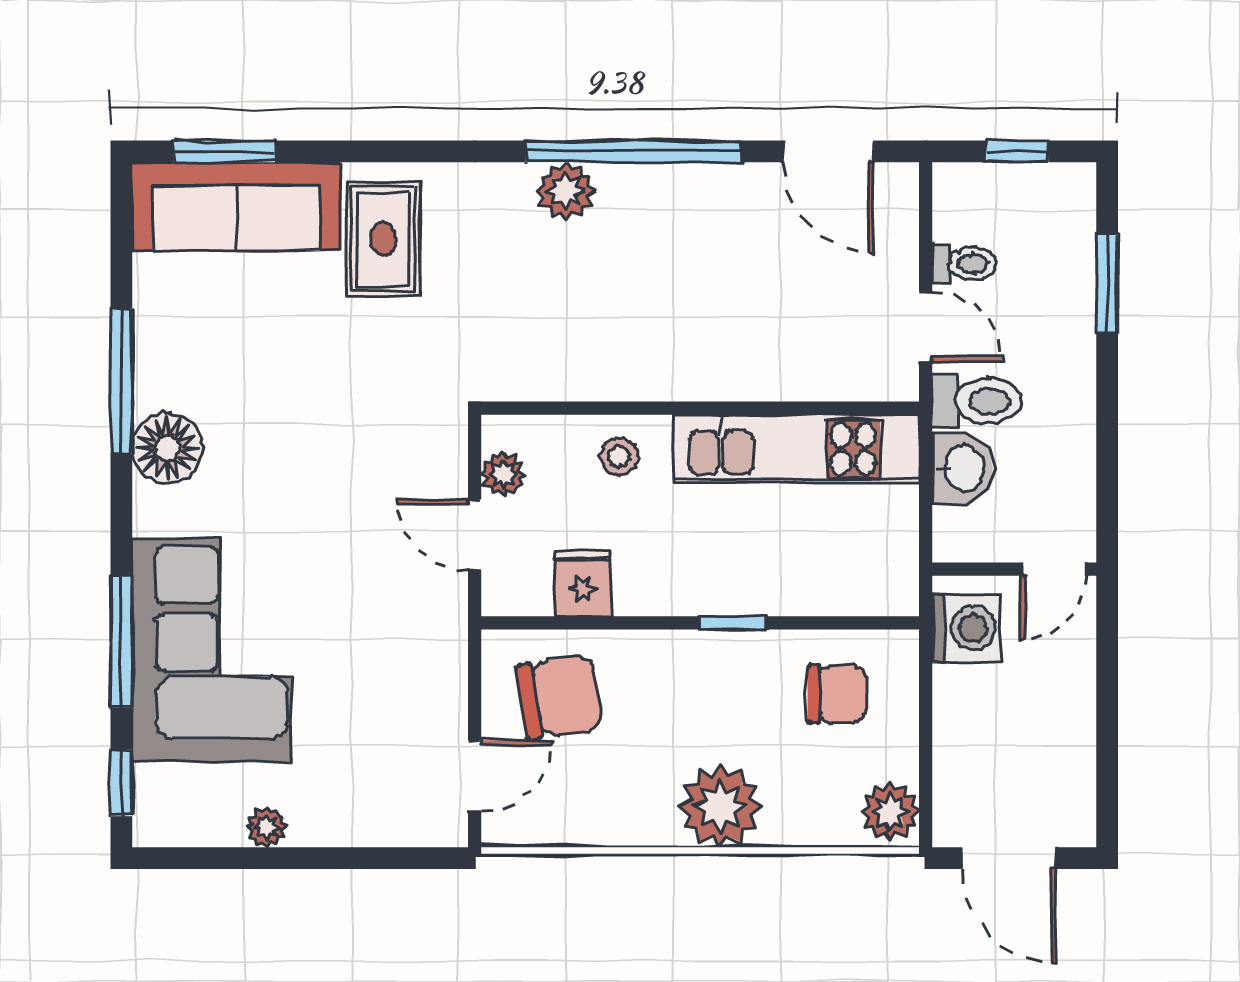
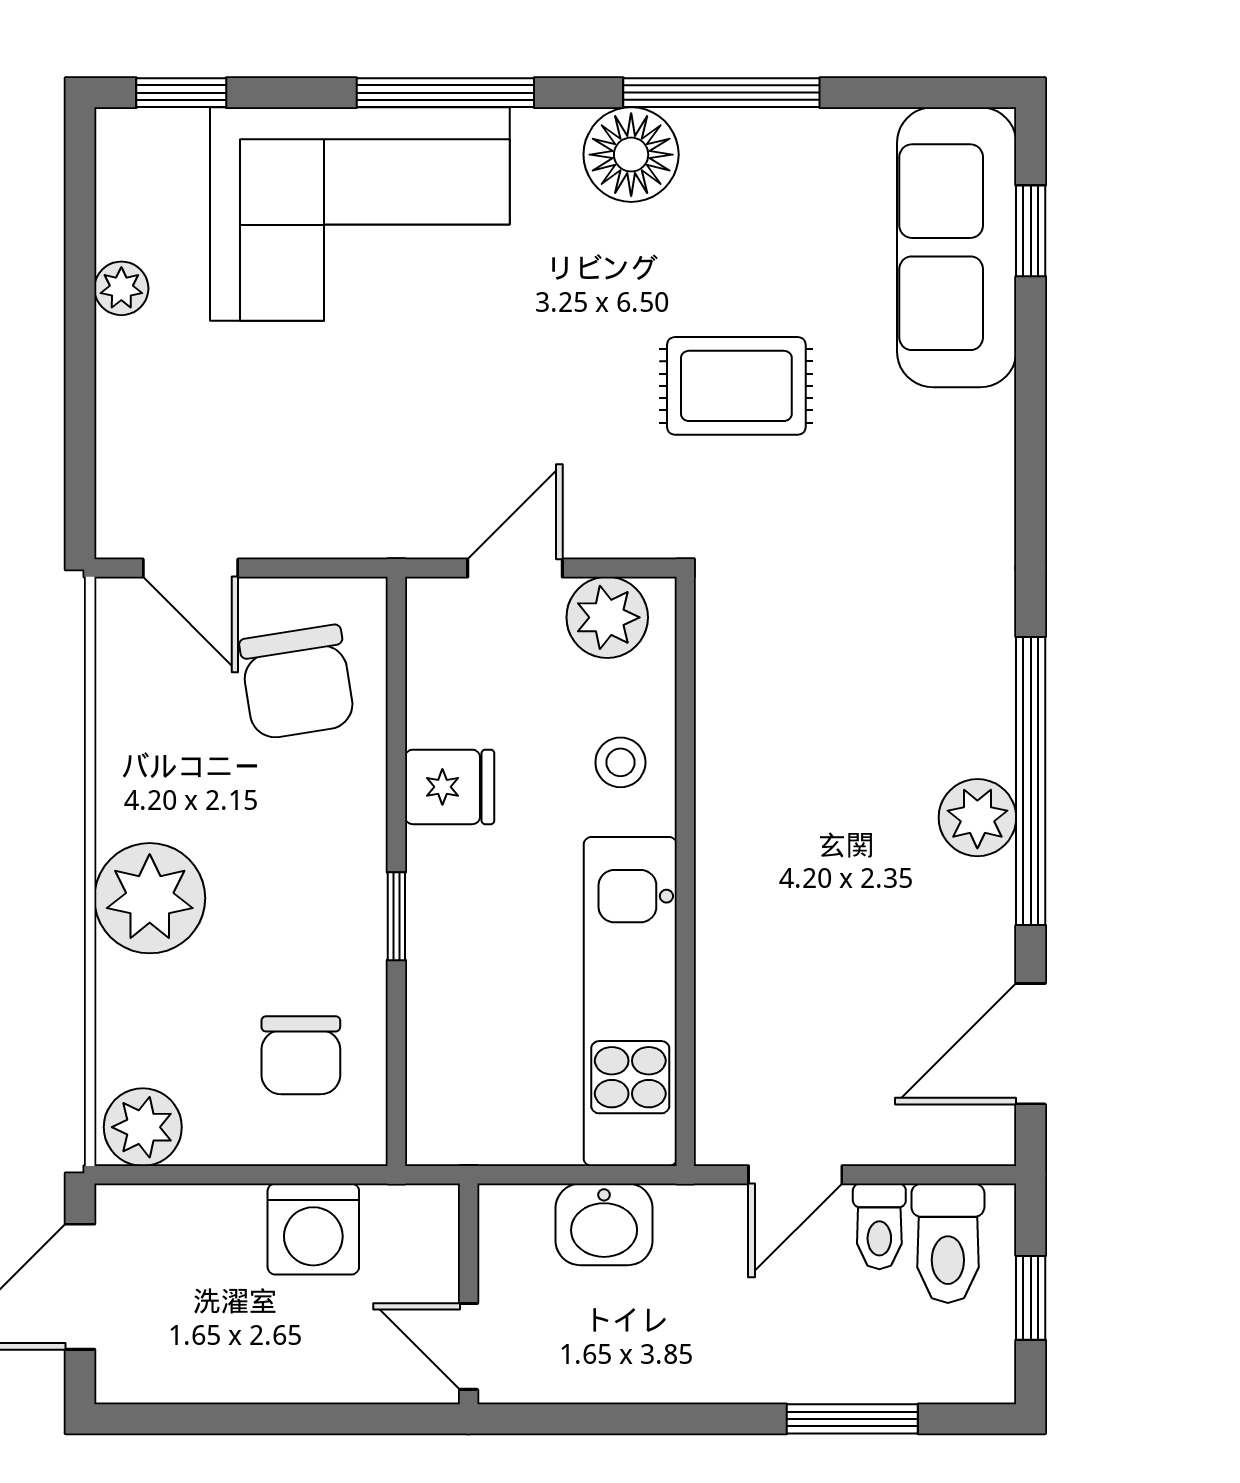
window: (224, 151) -> (1031, 231), width x0.67
plant: (566, 191) -> (977, 818), moved
rug: (383, 239) -> (736, 386), moved
toilet: (977, 401) -> (948, 1243), moved
plant: (503, 474) -> (607, 617), width x1.38, depth x1.38
fridge: (583, 583) -> (450, 787), moved
washing machine: (966, 628) -> (313, 1229), moved
window: (121, 642) -> (445, 93), moved

